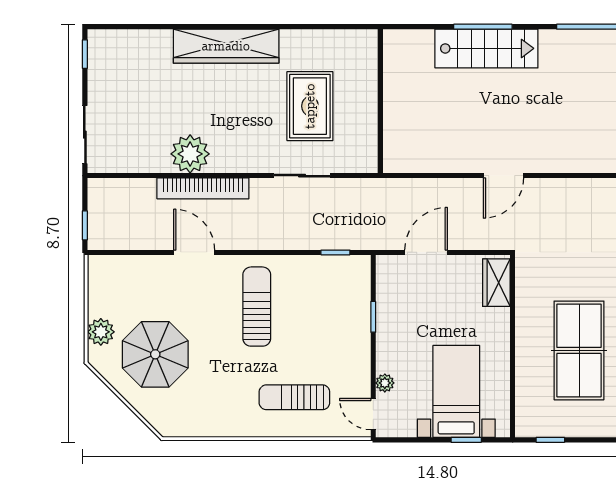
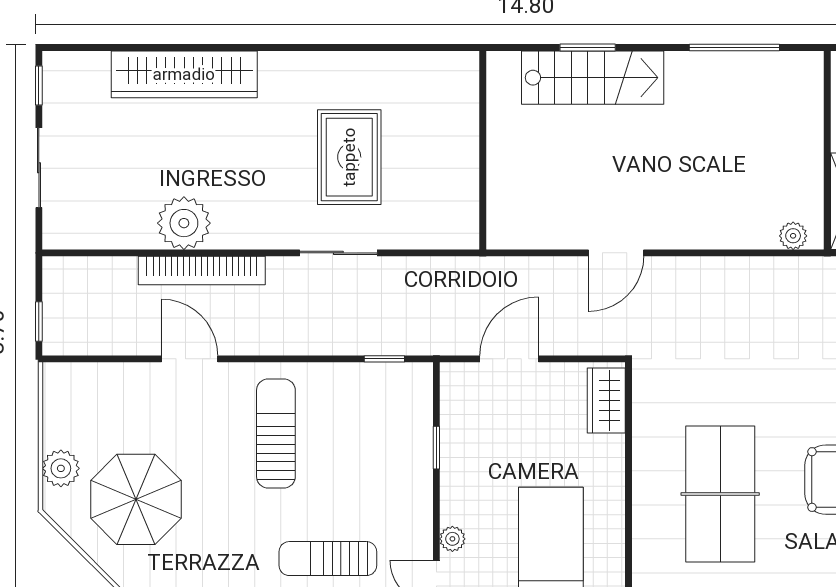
window: (483, 27) -> (588, 48), width x0.69
wardrobe: (226, 46) -> (184, 74), moved
wall: (380, 101) -> (483, 150), moved
sliding door: (85, 135) -> (39, 168), moved

